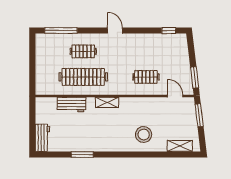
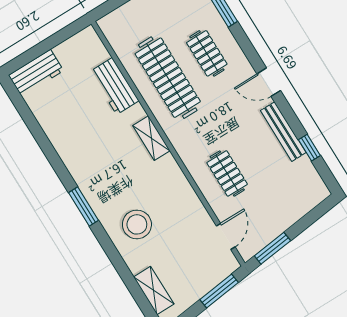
door: (115, 30) -> (269, 82), swing flipped
window: (169, 30) -> (309, 148), moved
bench: (143, 38) -> (283, 132), added
window: (82, 155) -> (84, 207), moved

